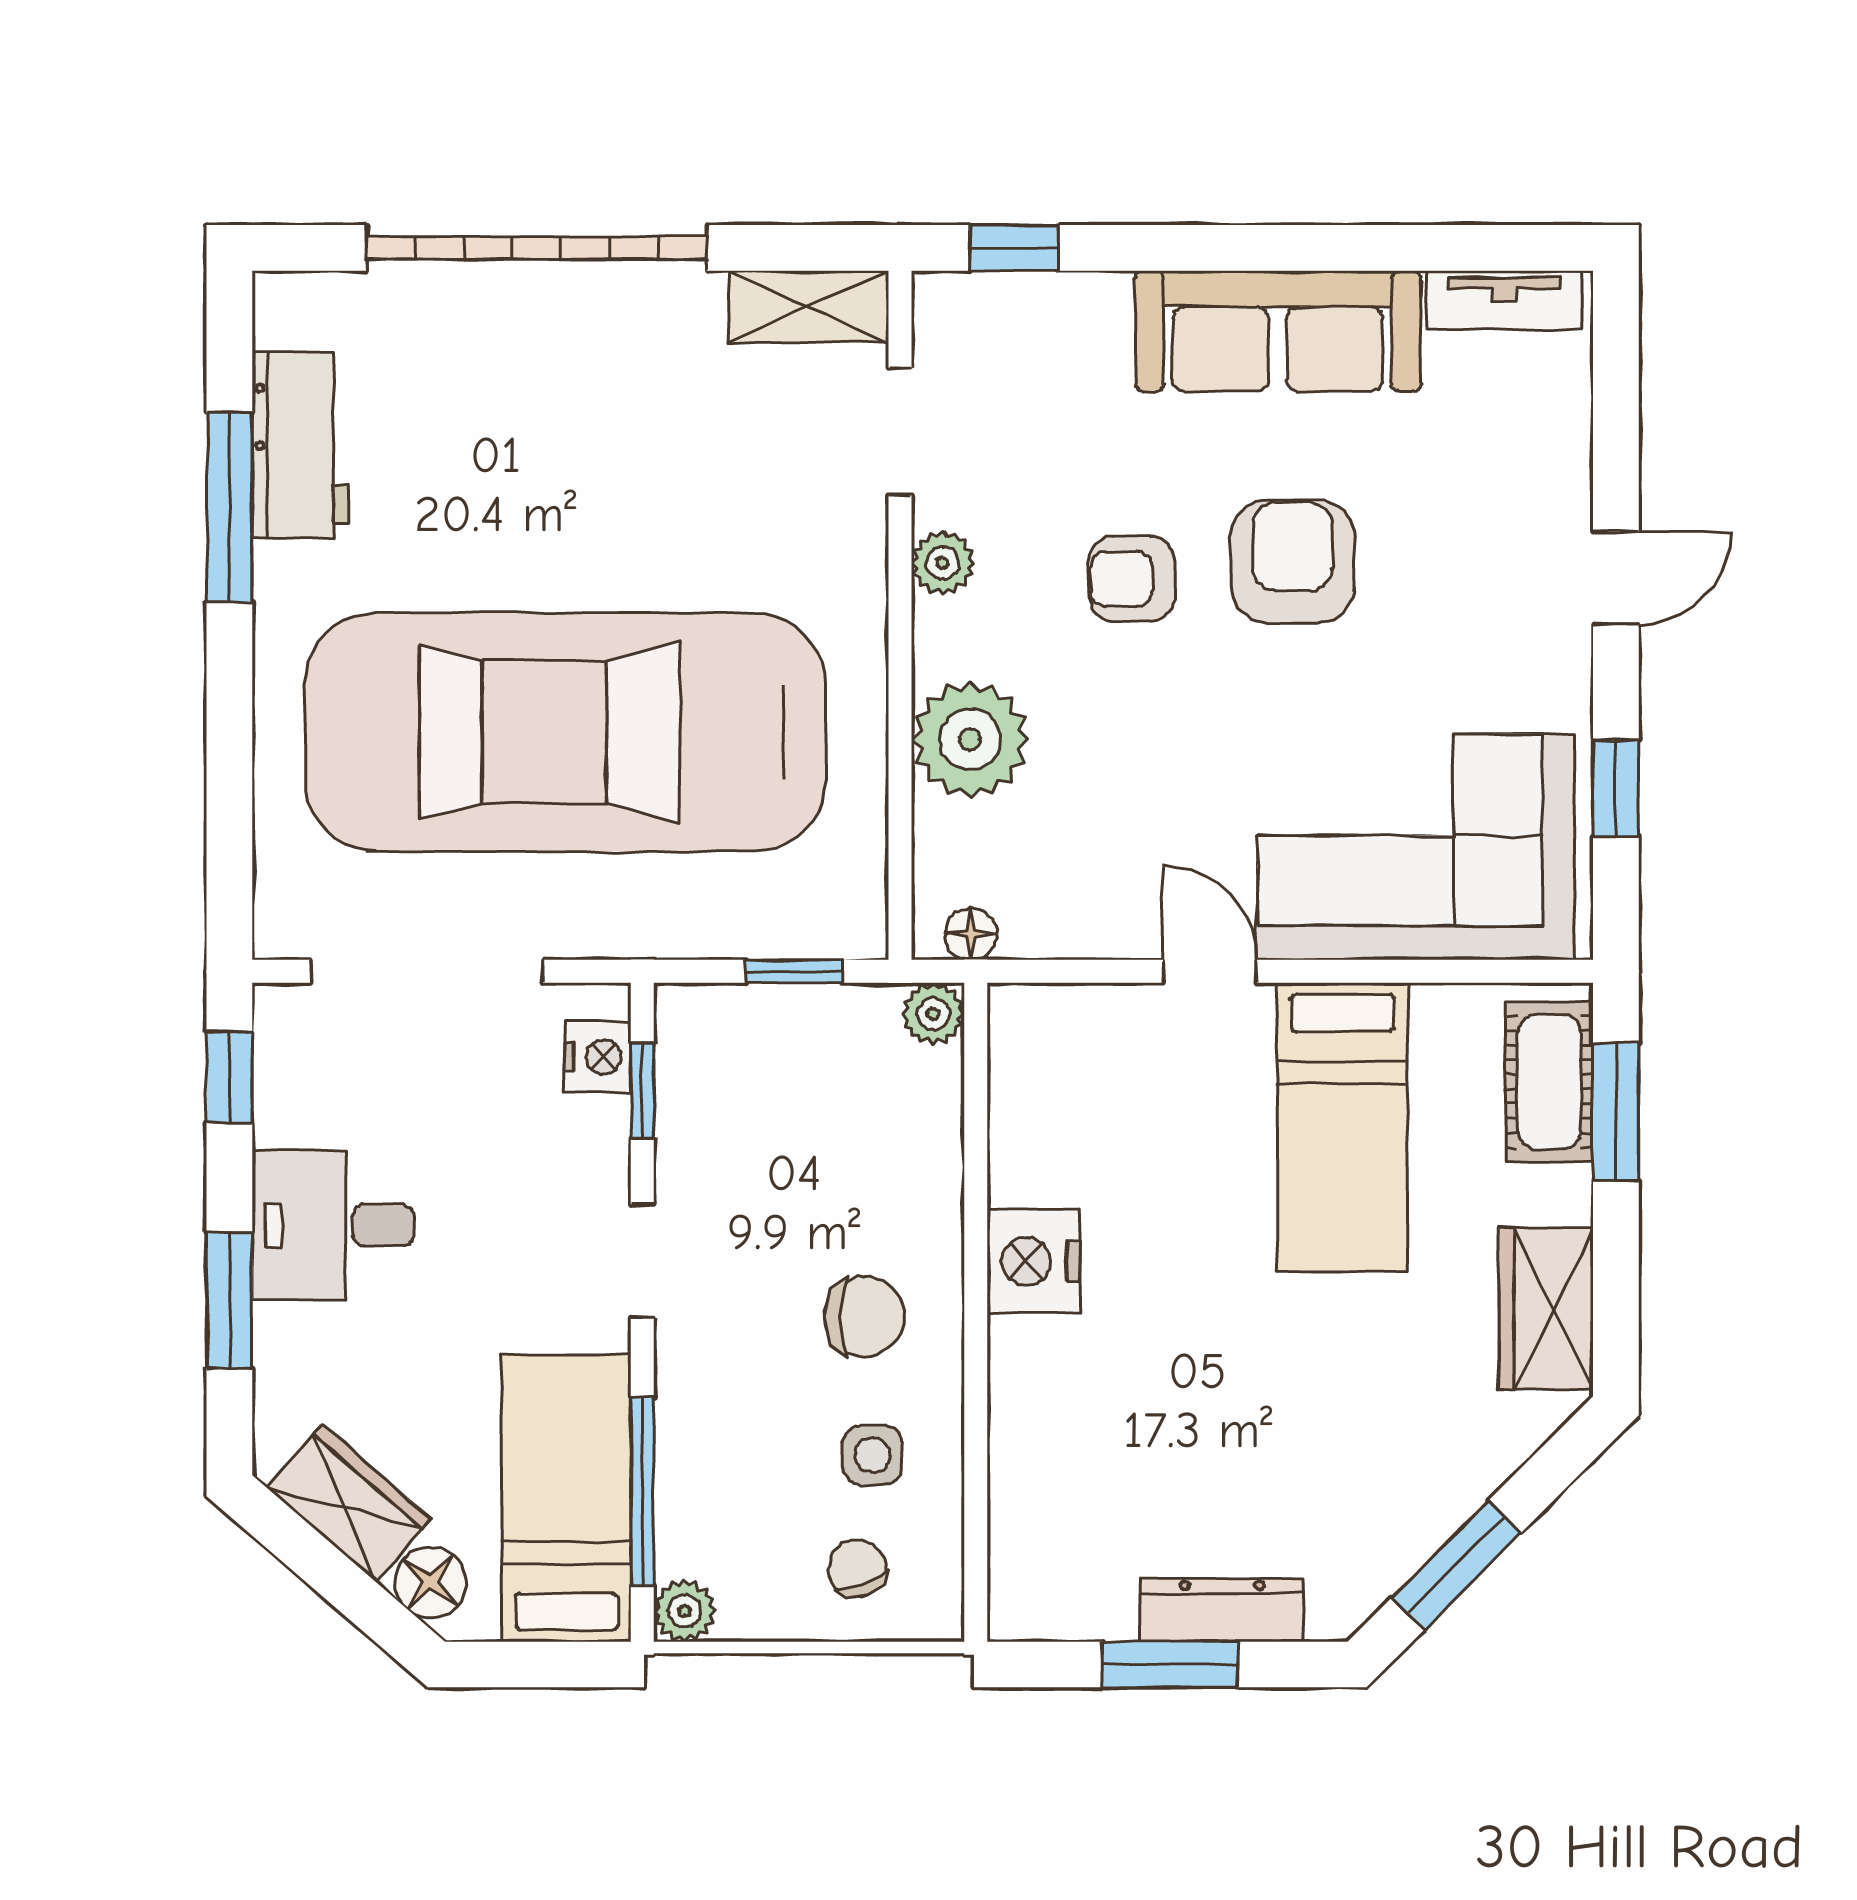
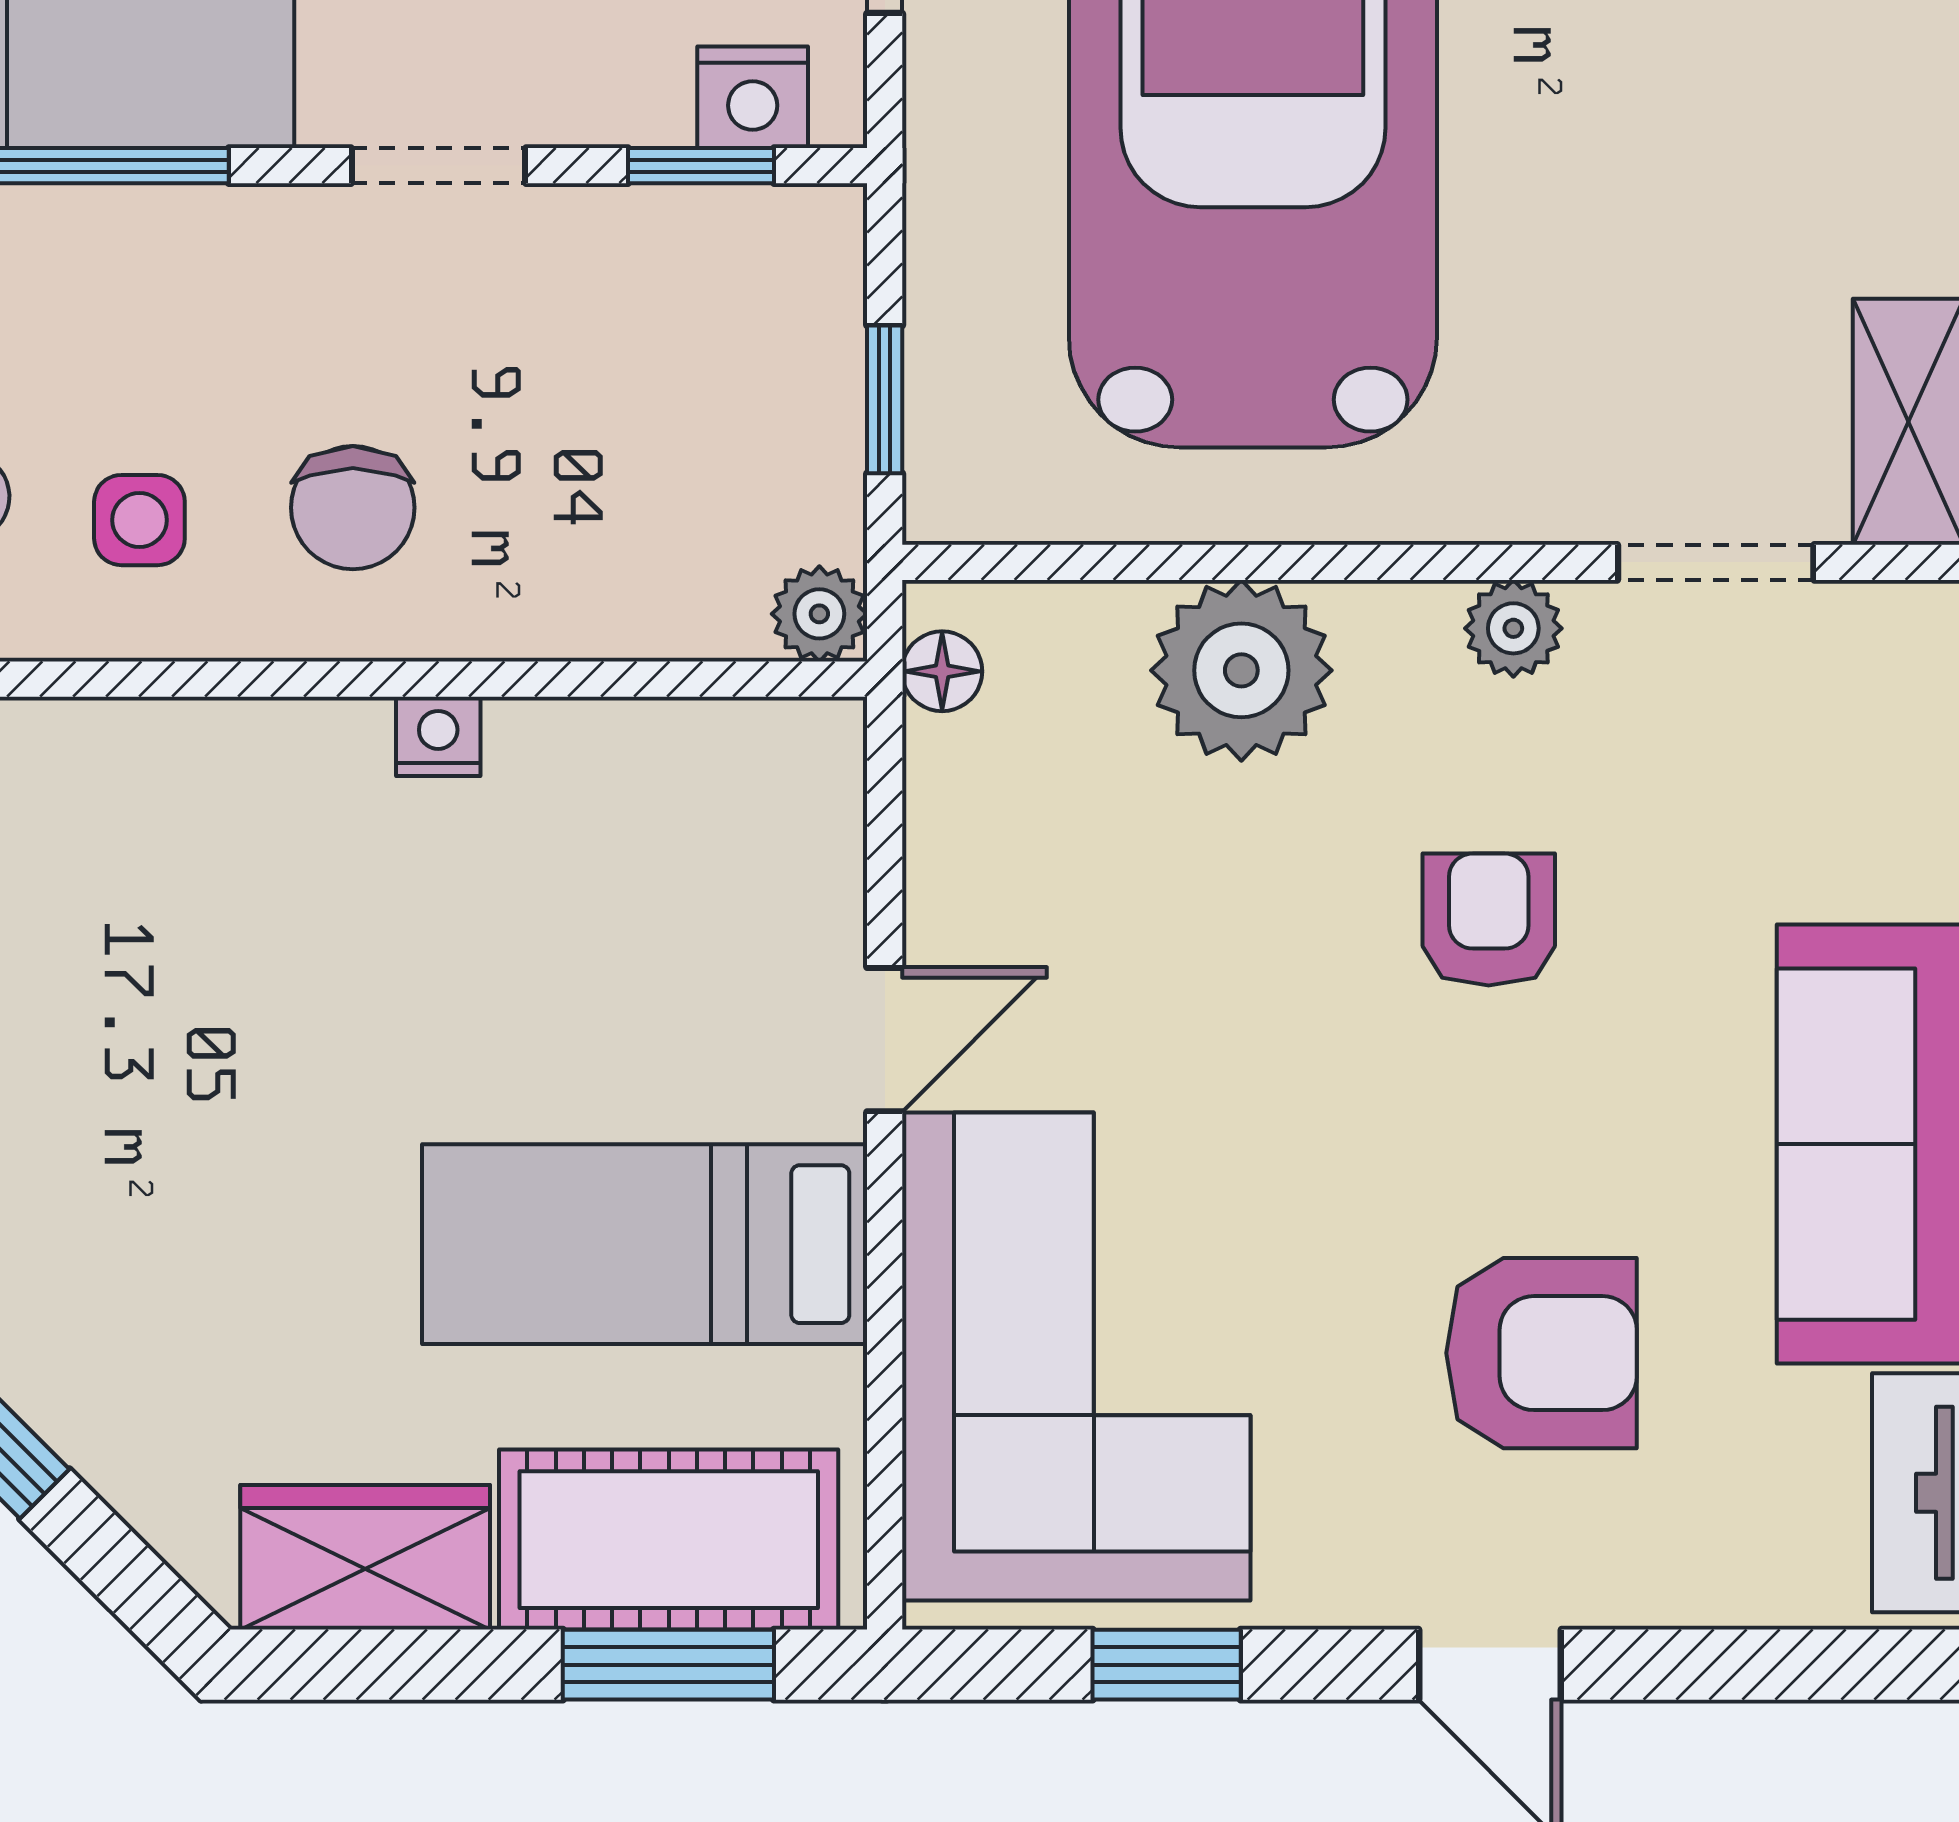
armchair: (1293, 561) -> (1541, 1353), moved
cot: (1549, 1082) -> (669, 1540), width x1.37, depth x1.34
nightstand: (1033, 1261) -> (438, 736), width x0.53, depth x0.56

